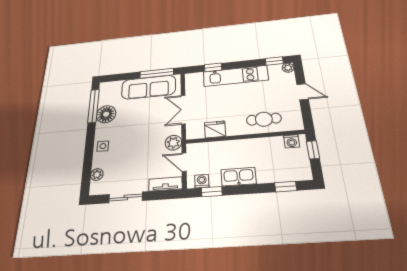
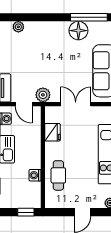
washing machine: (292, 141) -> (35, 175), moved
side table: (103, 146) -> (45, 30), removed
door: (184, 162) -> (24, 104), swing flipped

